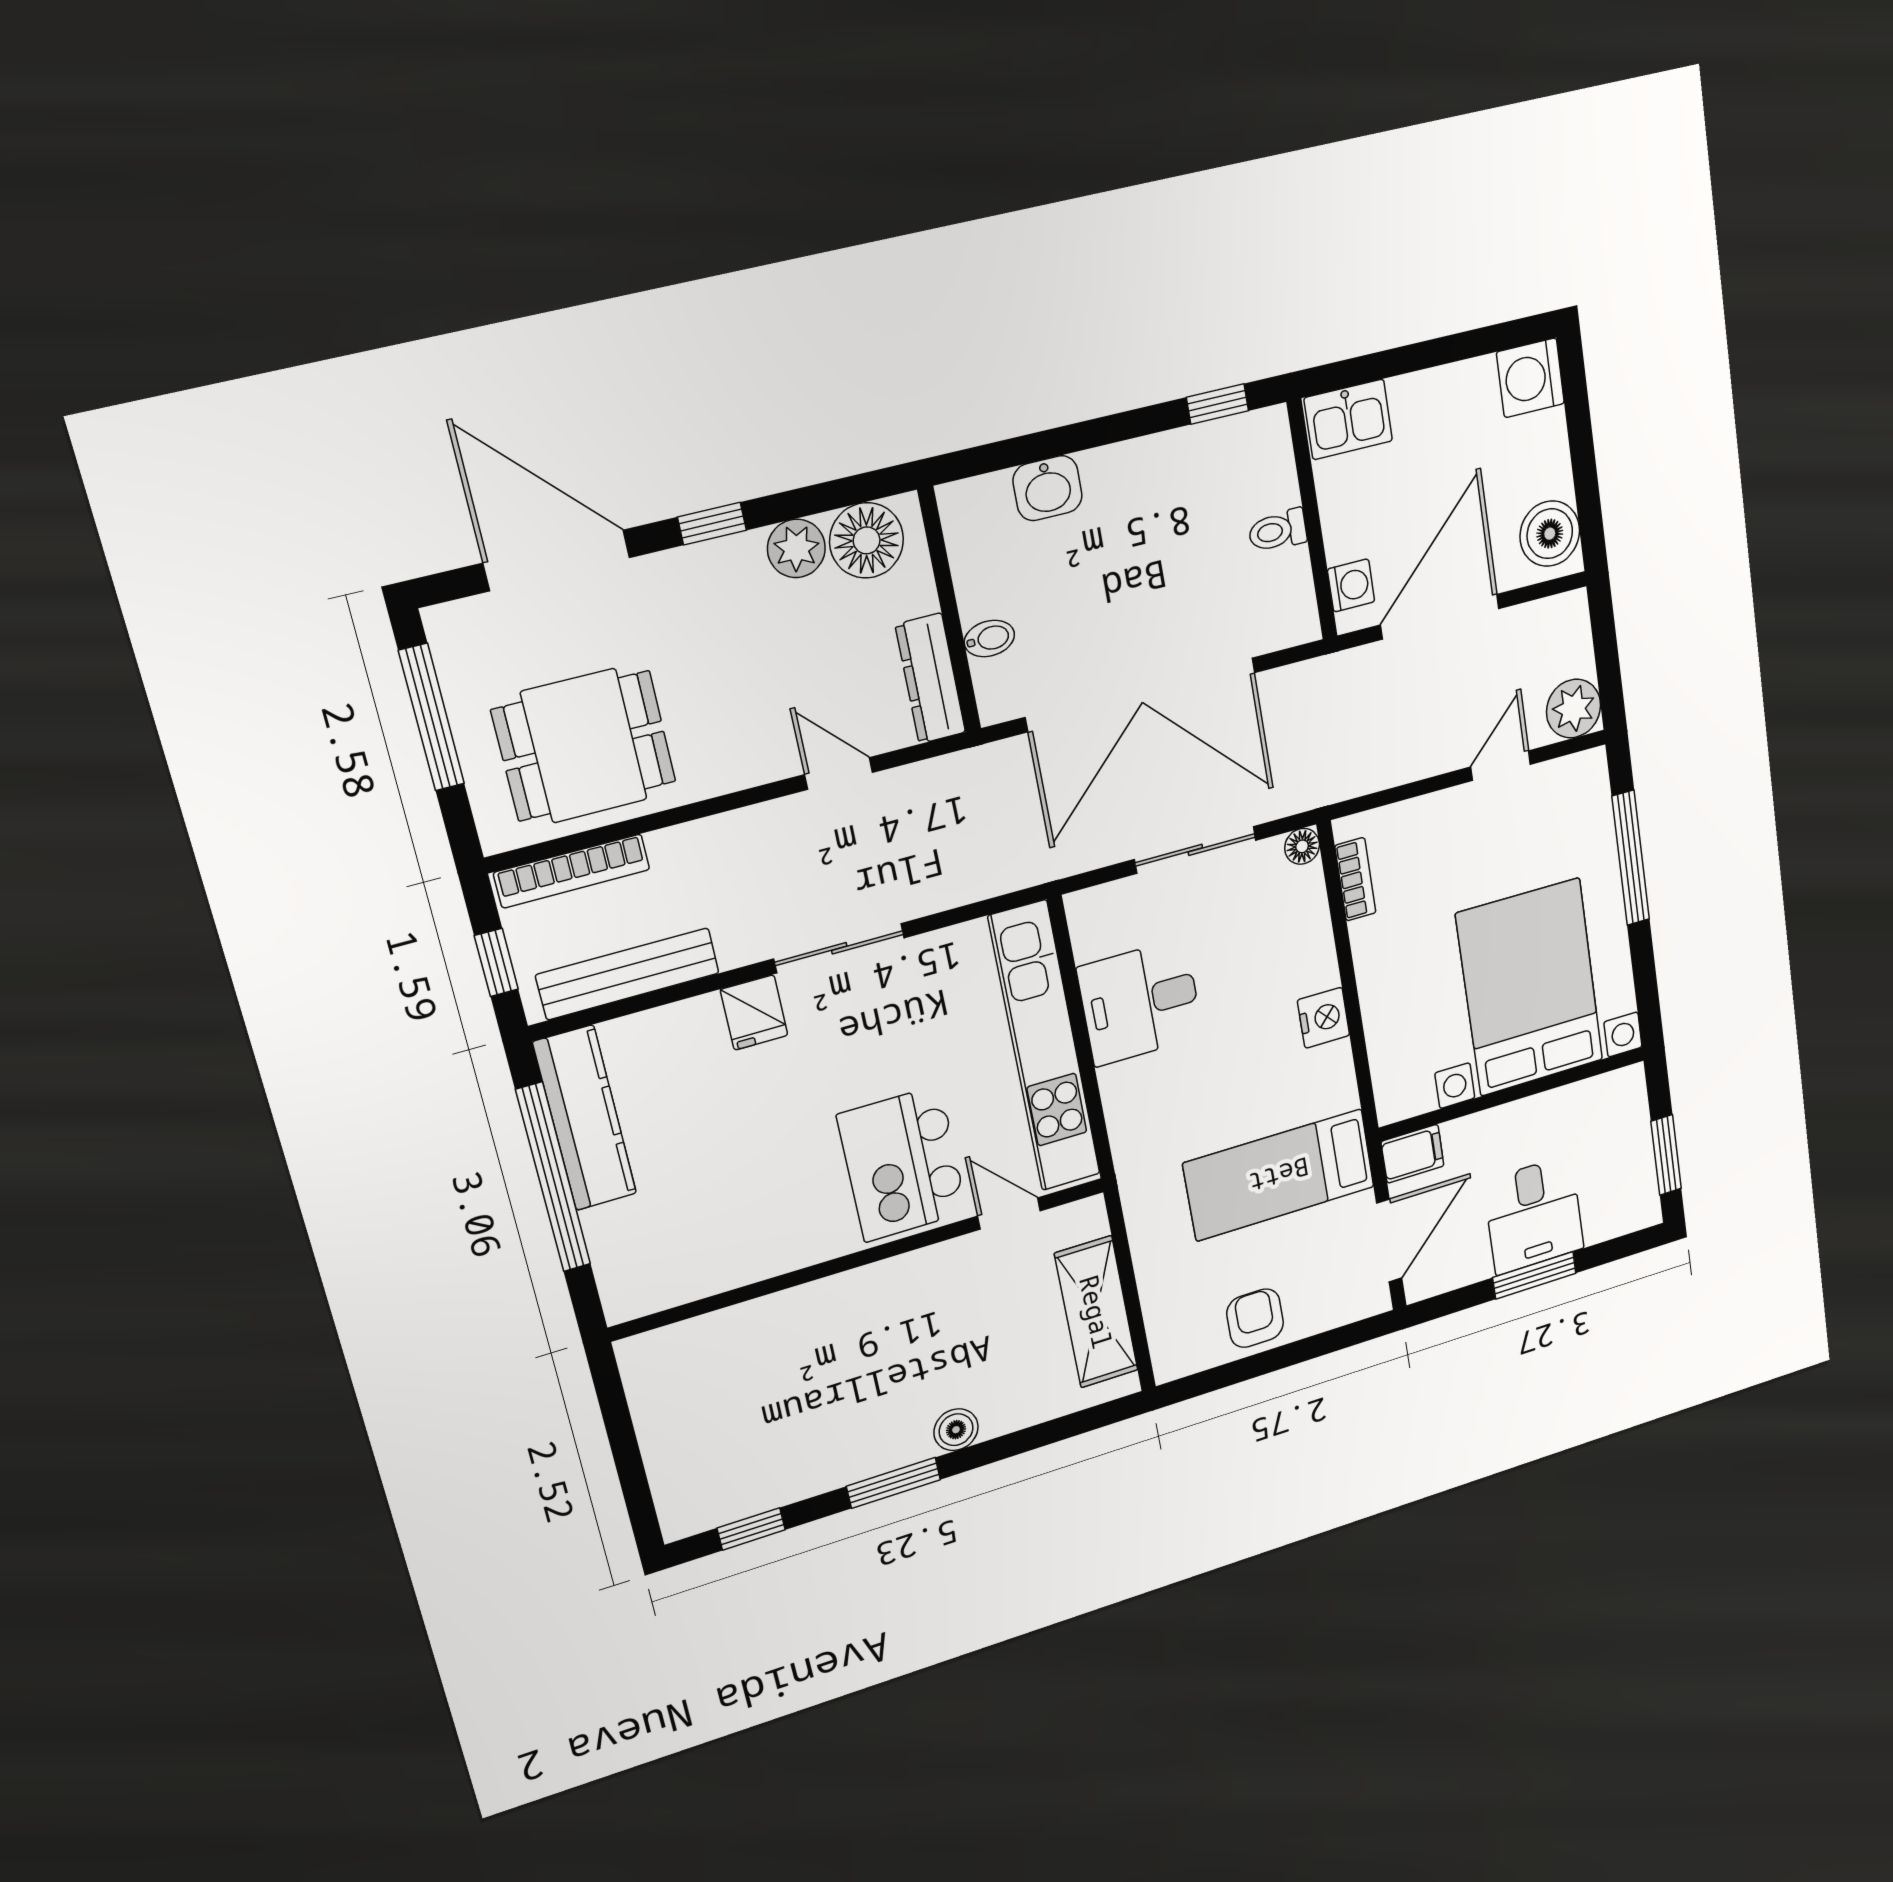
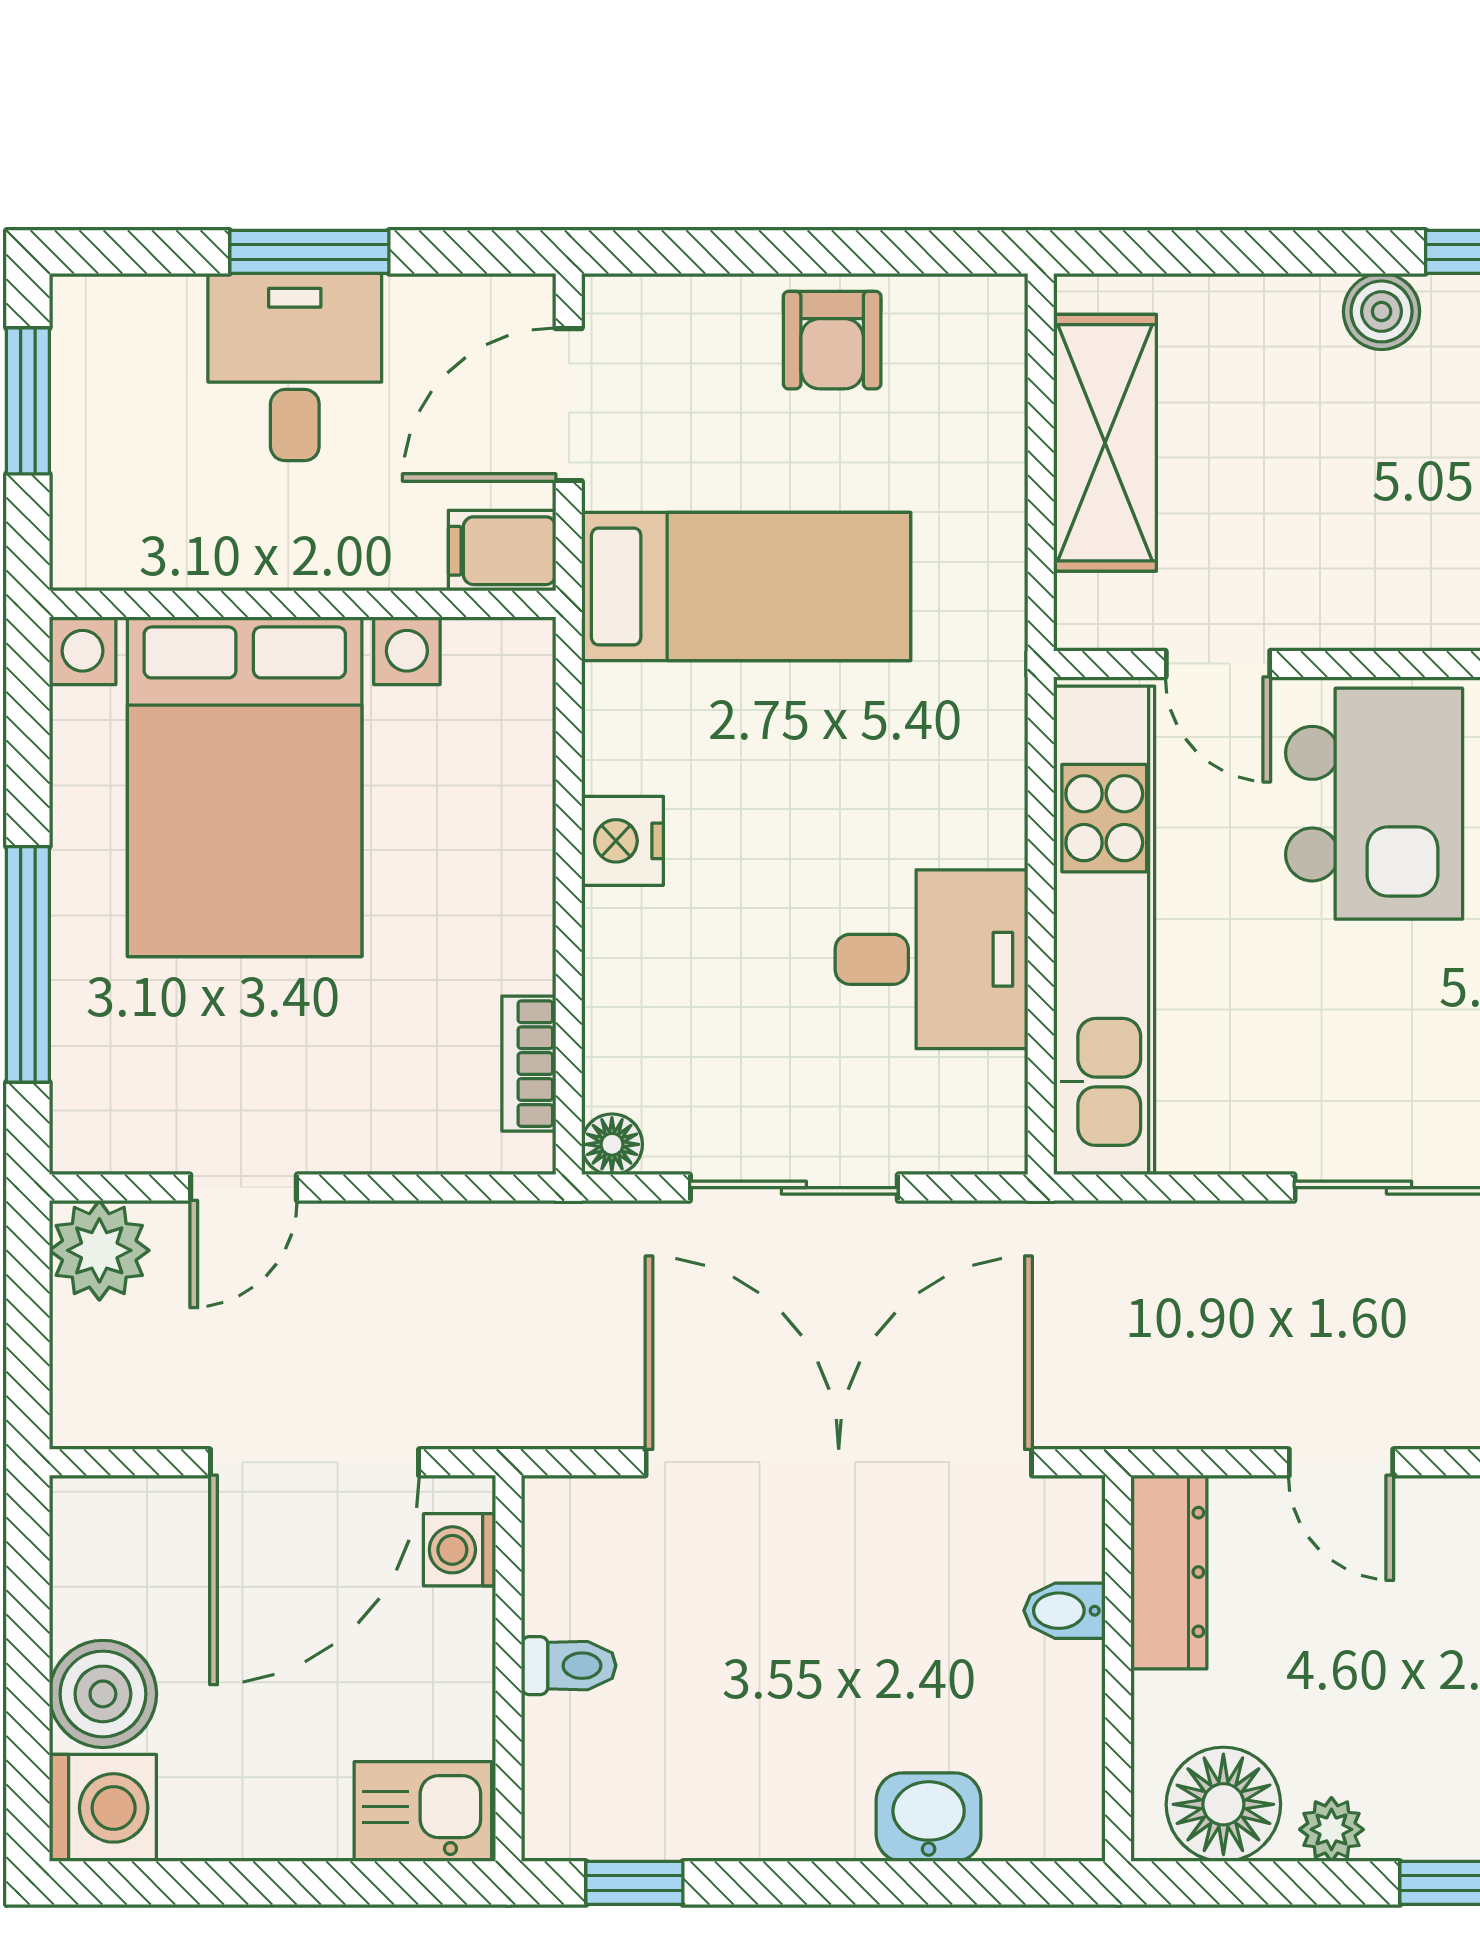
boiler: (1550, 534) -> (103, 1694), moved
plant: (796, 548) -> (1331, 1829), width x0.73, depth x0.73

